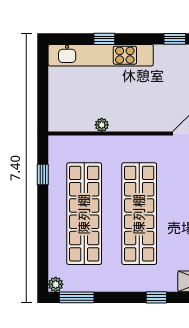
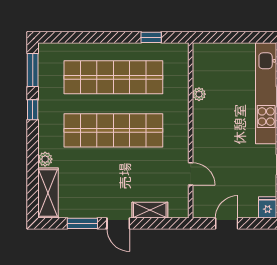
plant: (56, 284) -> (45, 159), moved
window: (156, 297) -> (33, 110), moved

